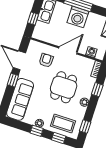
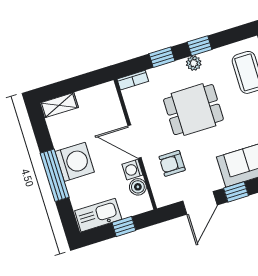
boiler: (46, 37) -> (138, 187), added
washing machine: (91, 52) -> (132, 170), moved
window: (85, 127) -> (200, 46), moved

